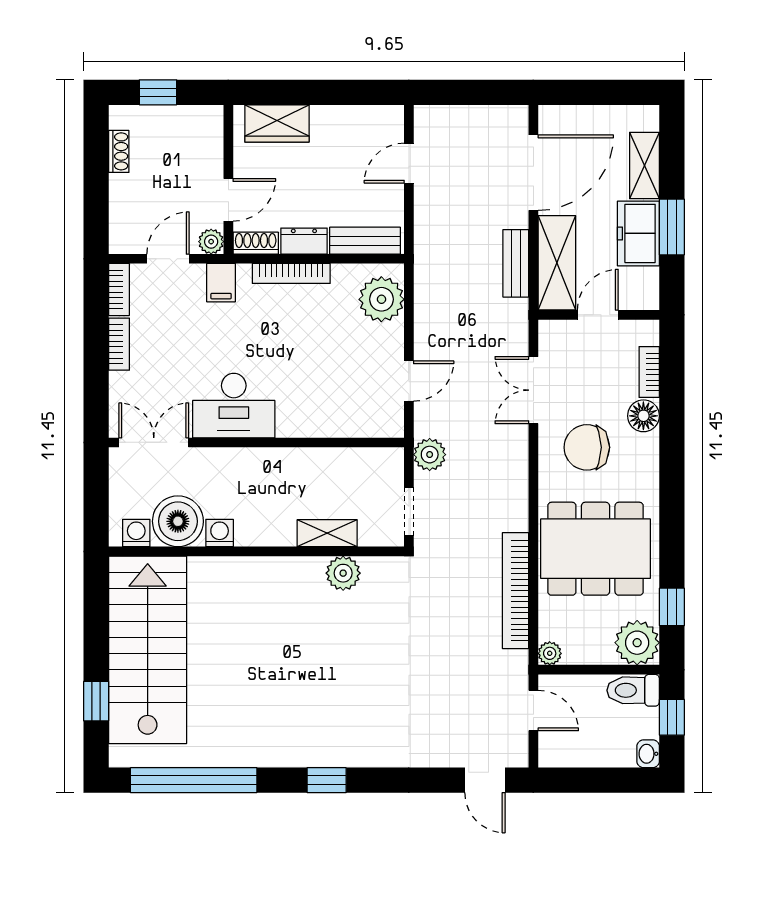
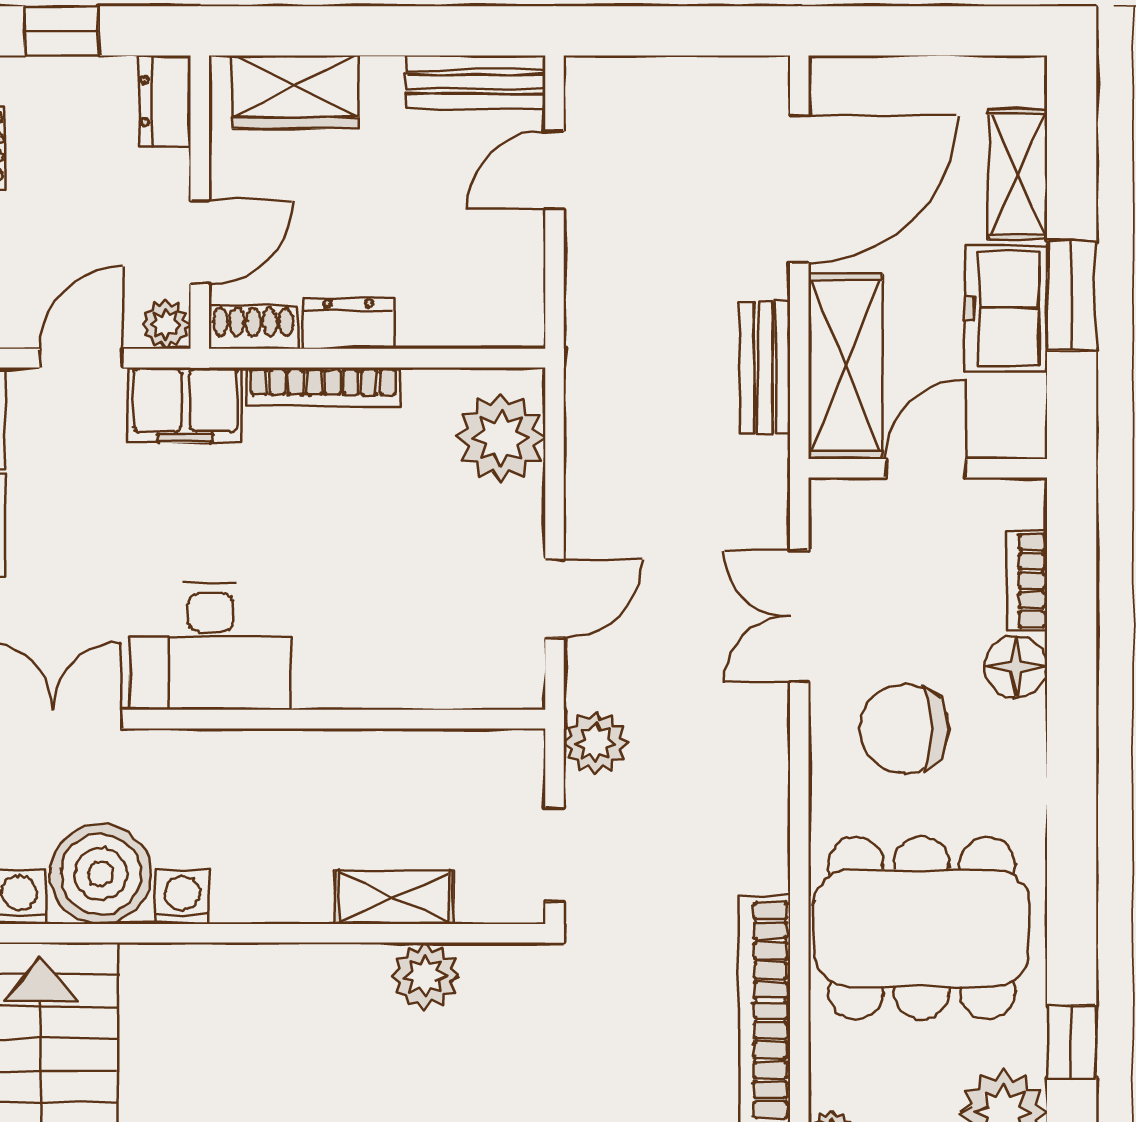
dresser: (211, 128) -> (165, 101), added
bench: (365, 241) -> (476, 82), moved
filing cabinet: (221, 283) -> (185, 405), width x2.00

